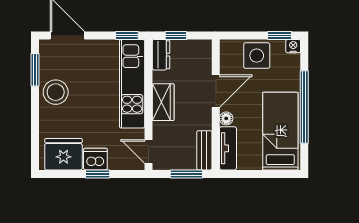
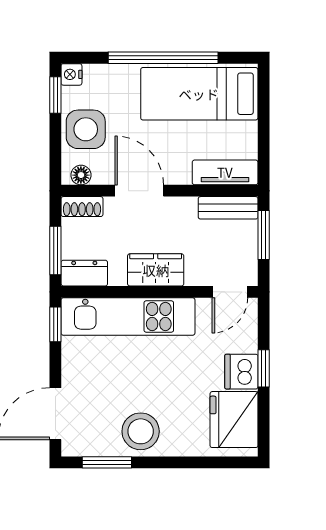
window: (176, 35) -> (55, 251), width x1.50
shoe rack: (205, 53) -> (82, 207), added
floor lamp: (226, 118) -> (81, 175), moved

